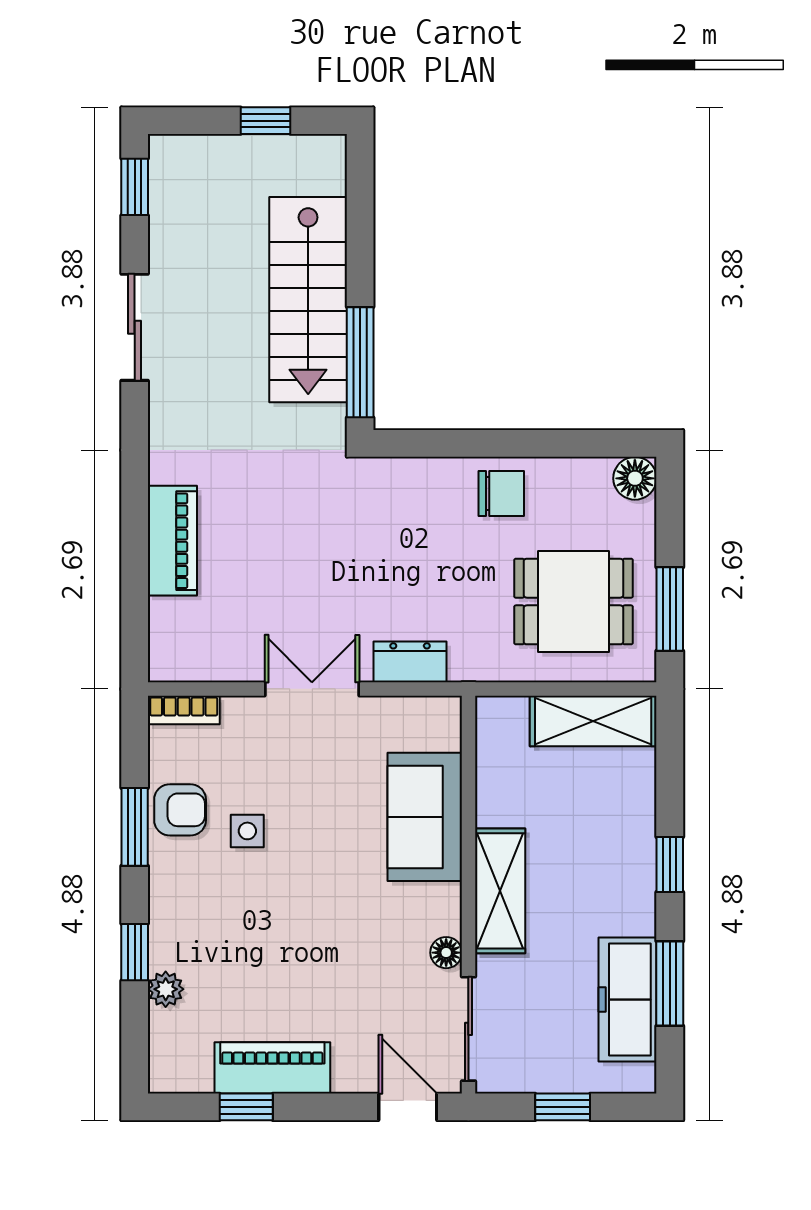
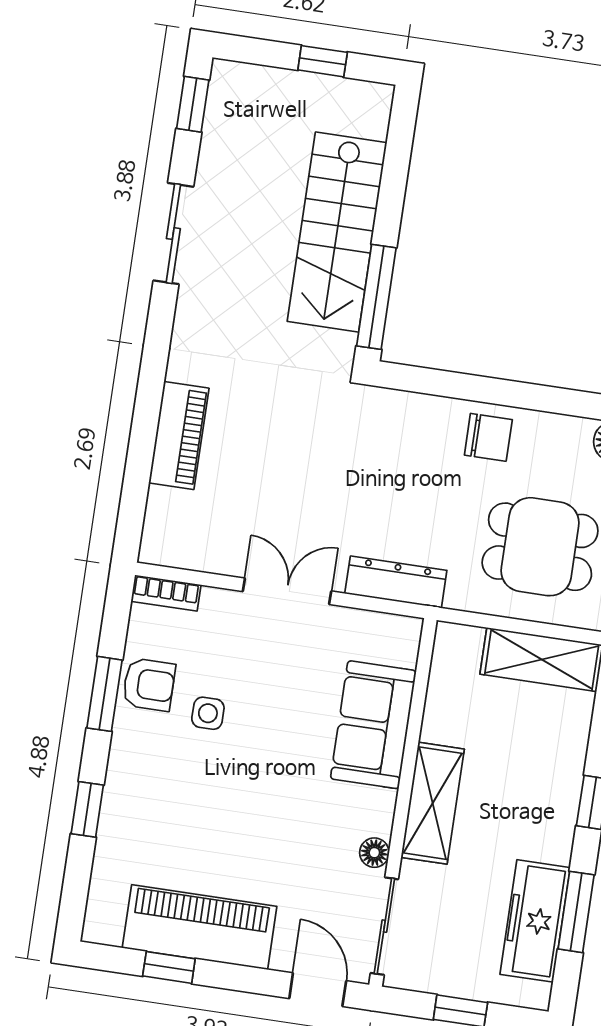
dresser: (410, 662) -> (396, 582), width x1.44
plant: (166, 989) -> (111, 848), removed
piano: (272, 1068) -> (200, 927), width x1.37, depth x1.33

